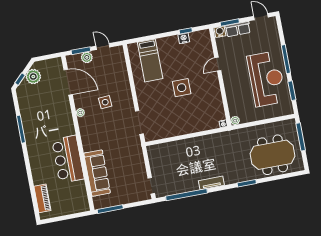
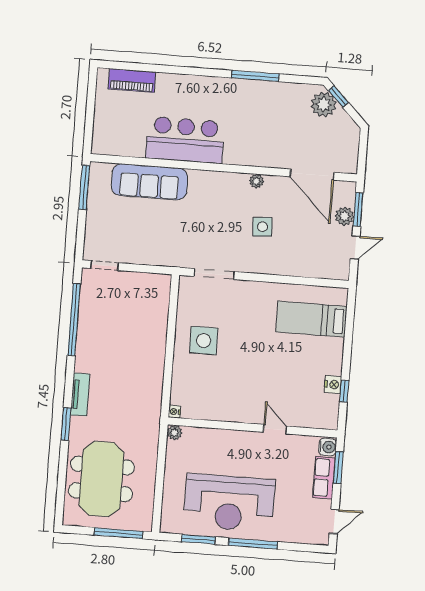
plant: (33, 77) -> (324, 104), moved
door: (68, 82) -> (312, 175), hinge flipped
side table: (182, 88) -> (204, 341), moved
tv unit: (211, 183) -> (80, 394), moved

